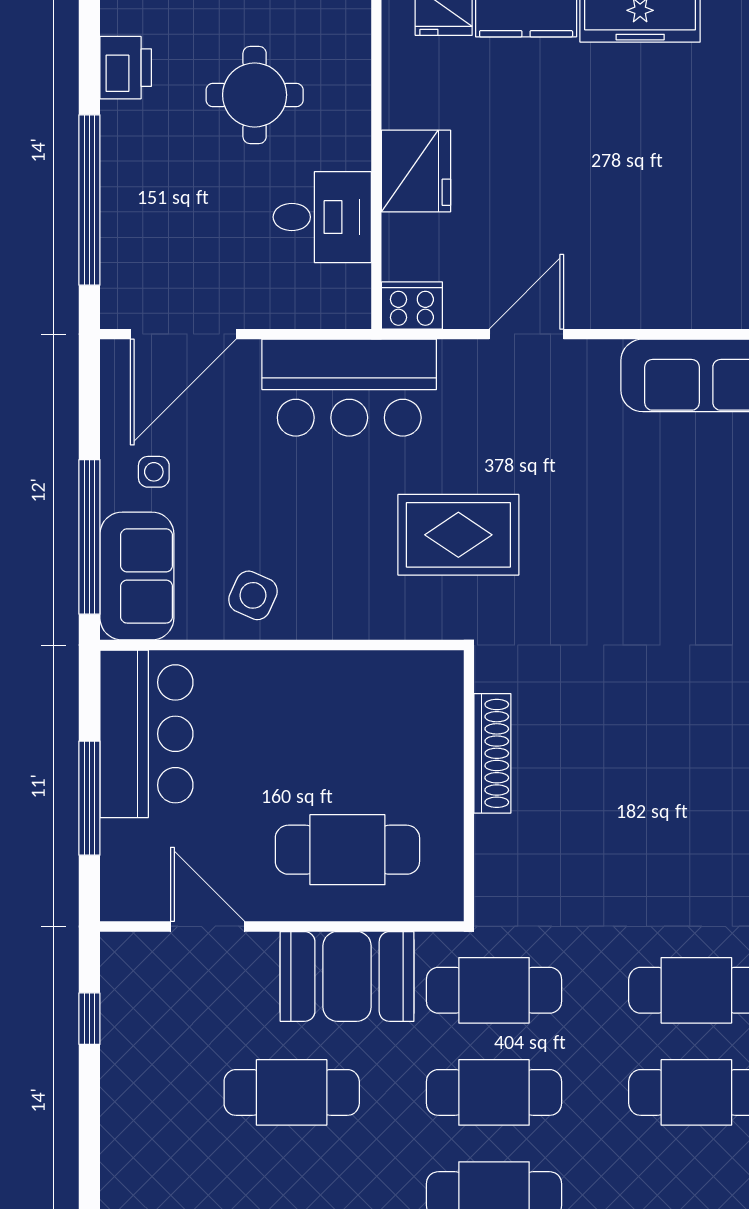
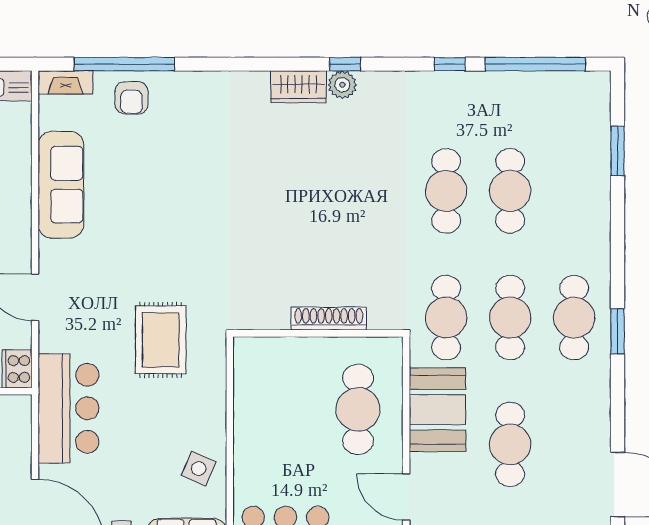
shoe rack: (492, 753) -> (329, 319), moved
door: (208, 926) -> (406, 497), hinge flipped

